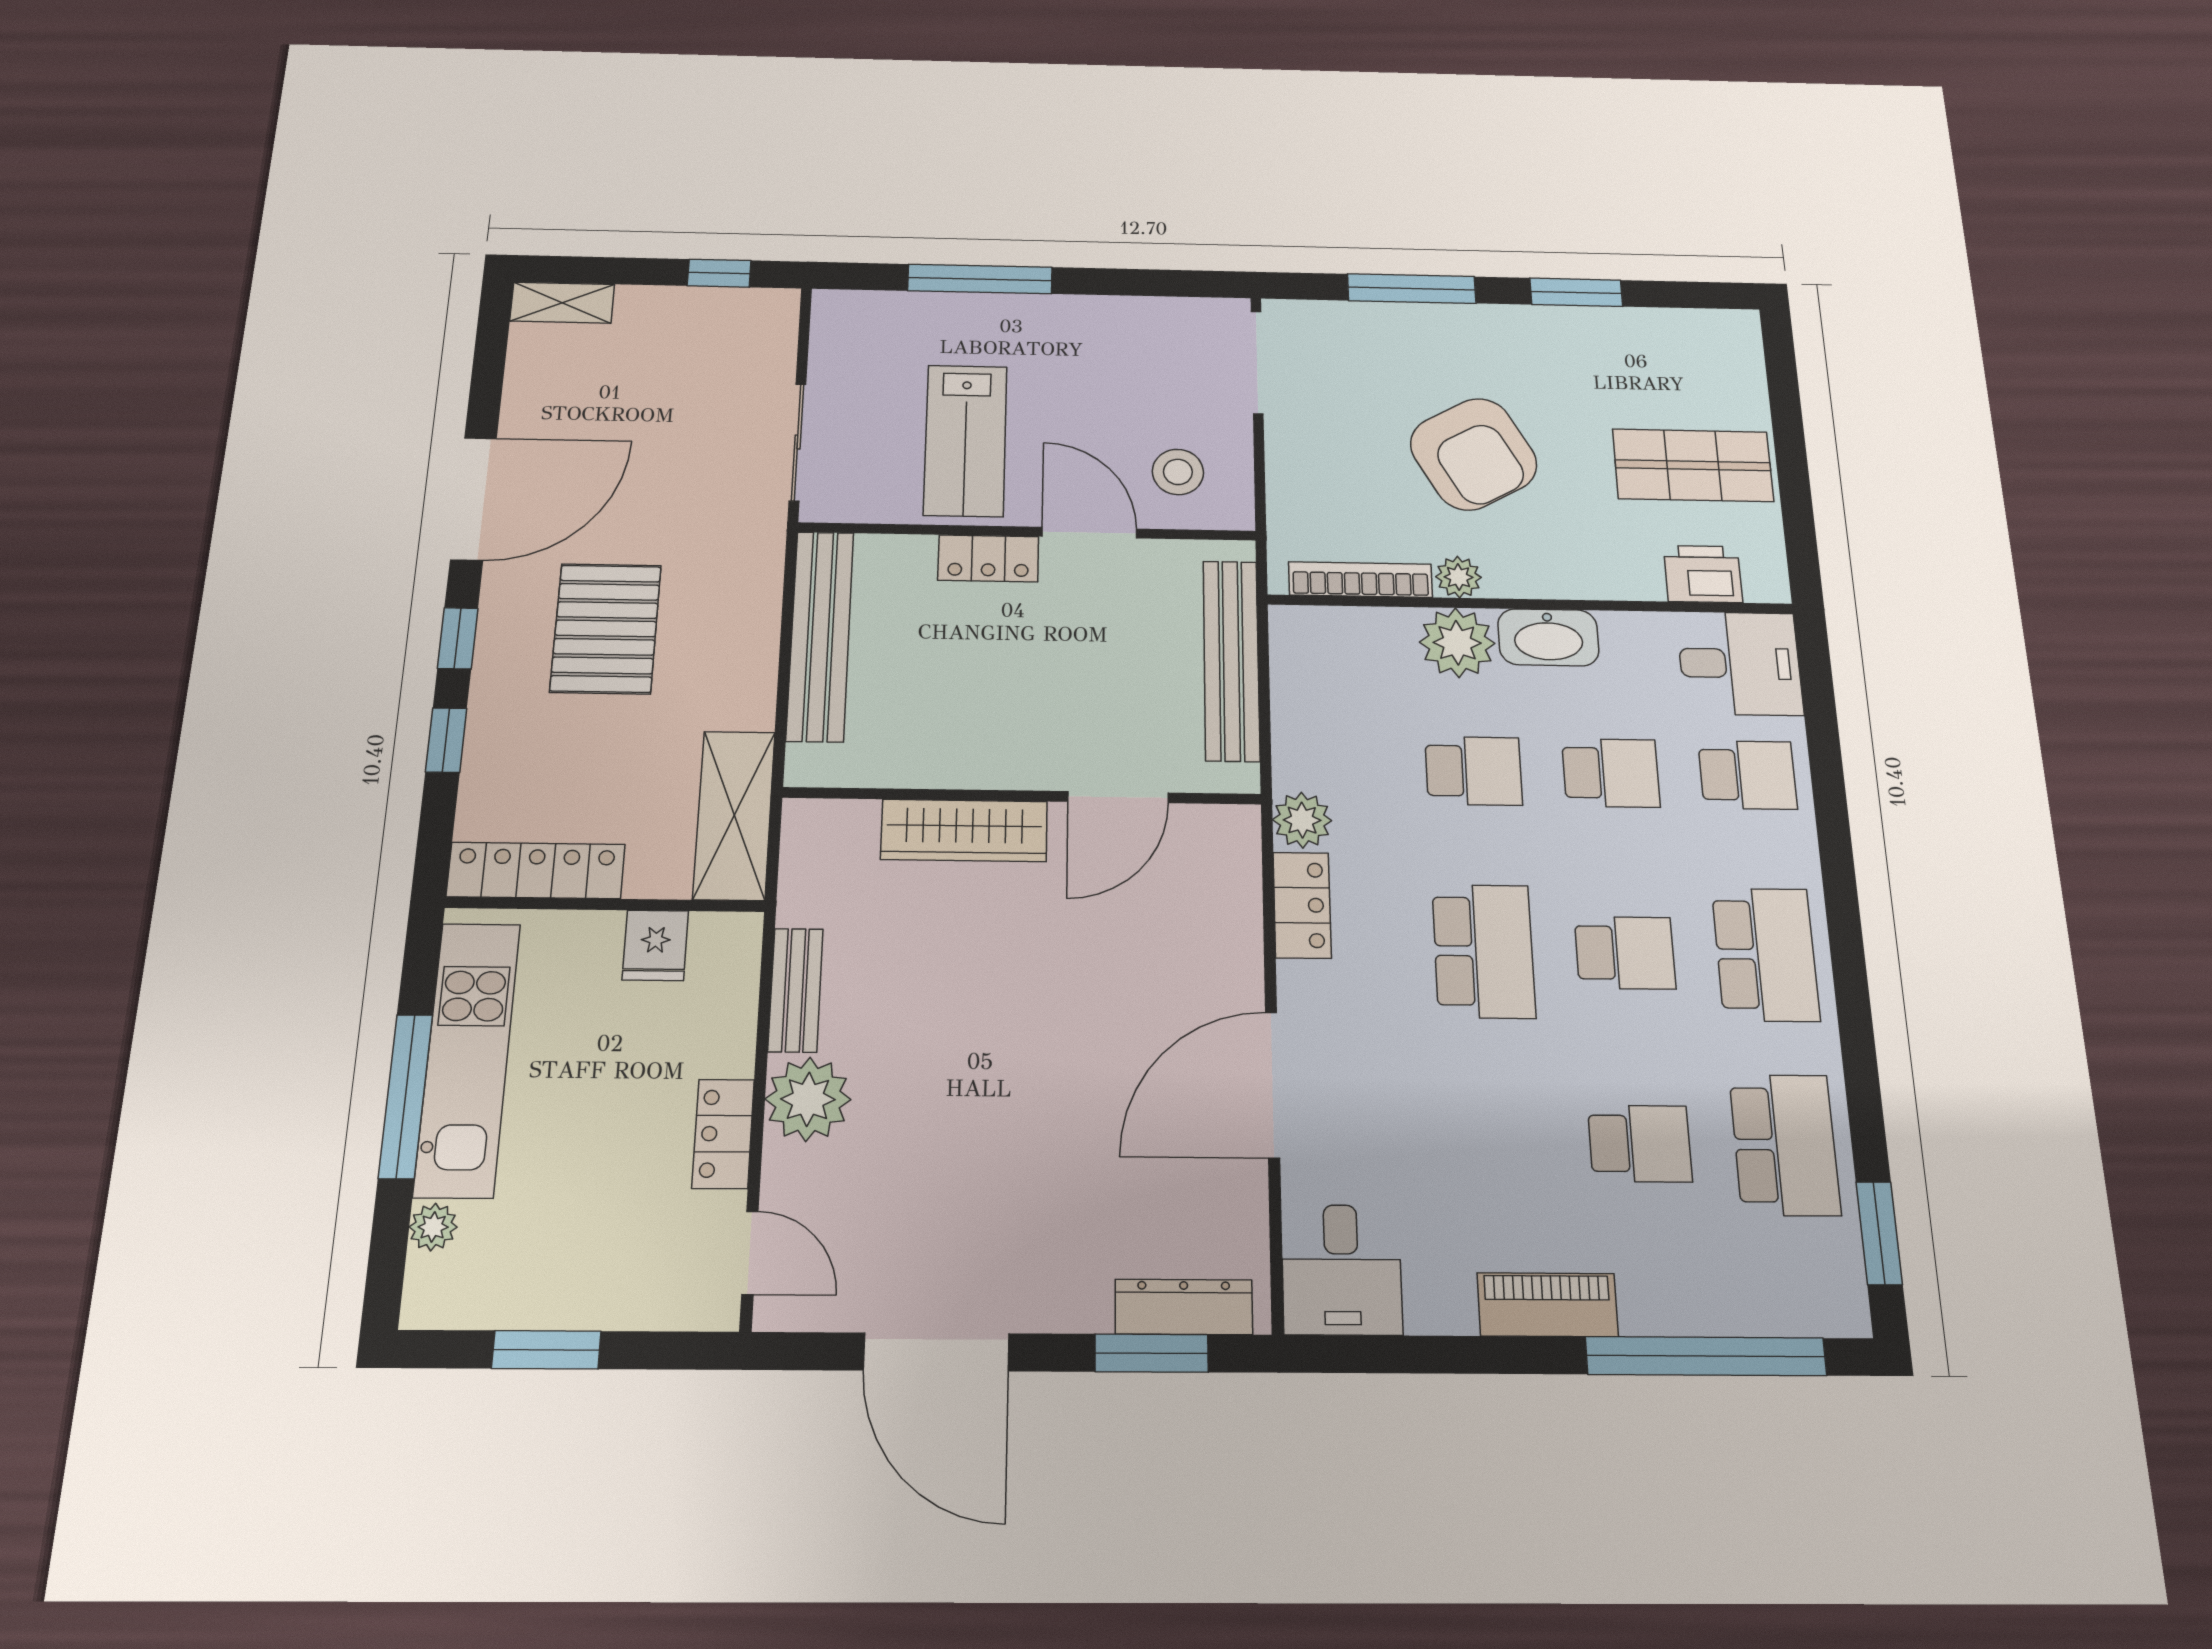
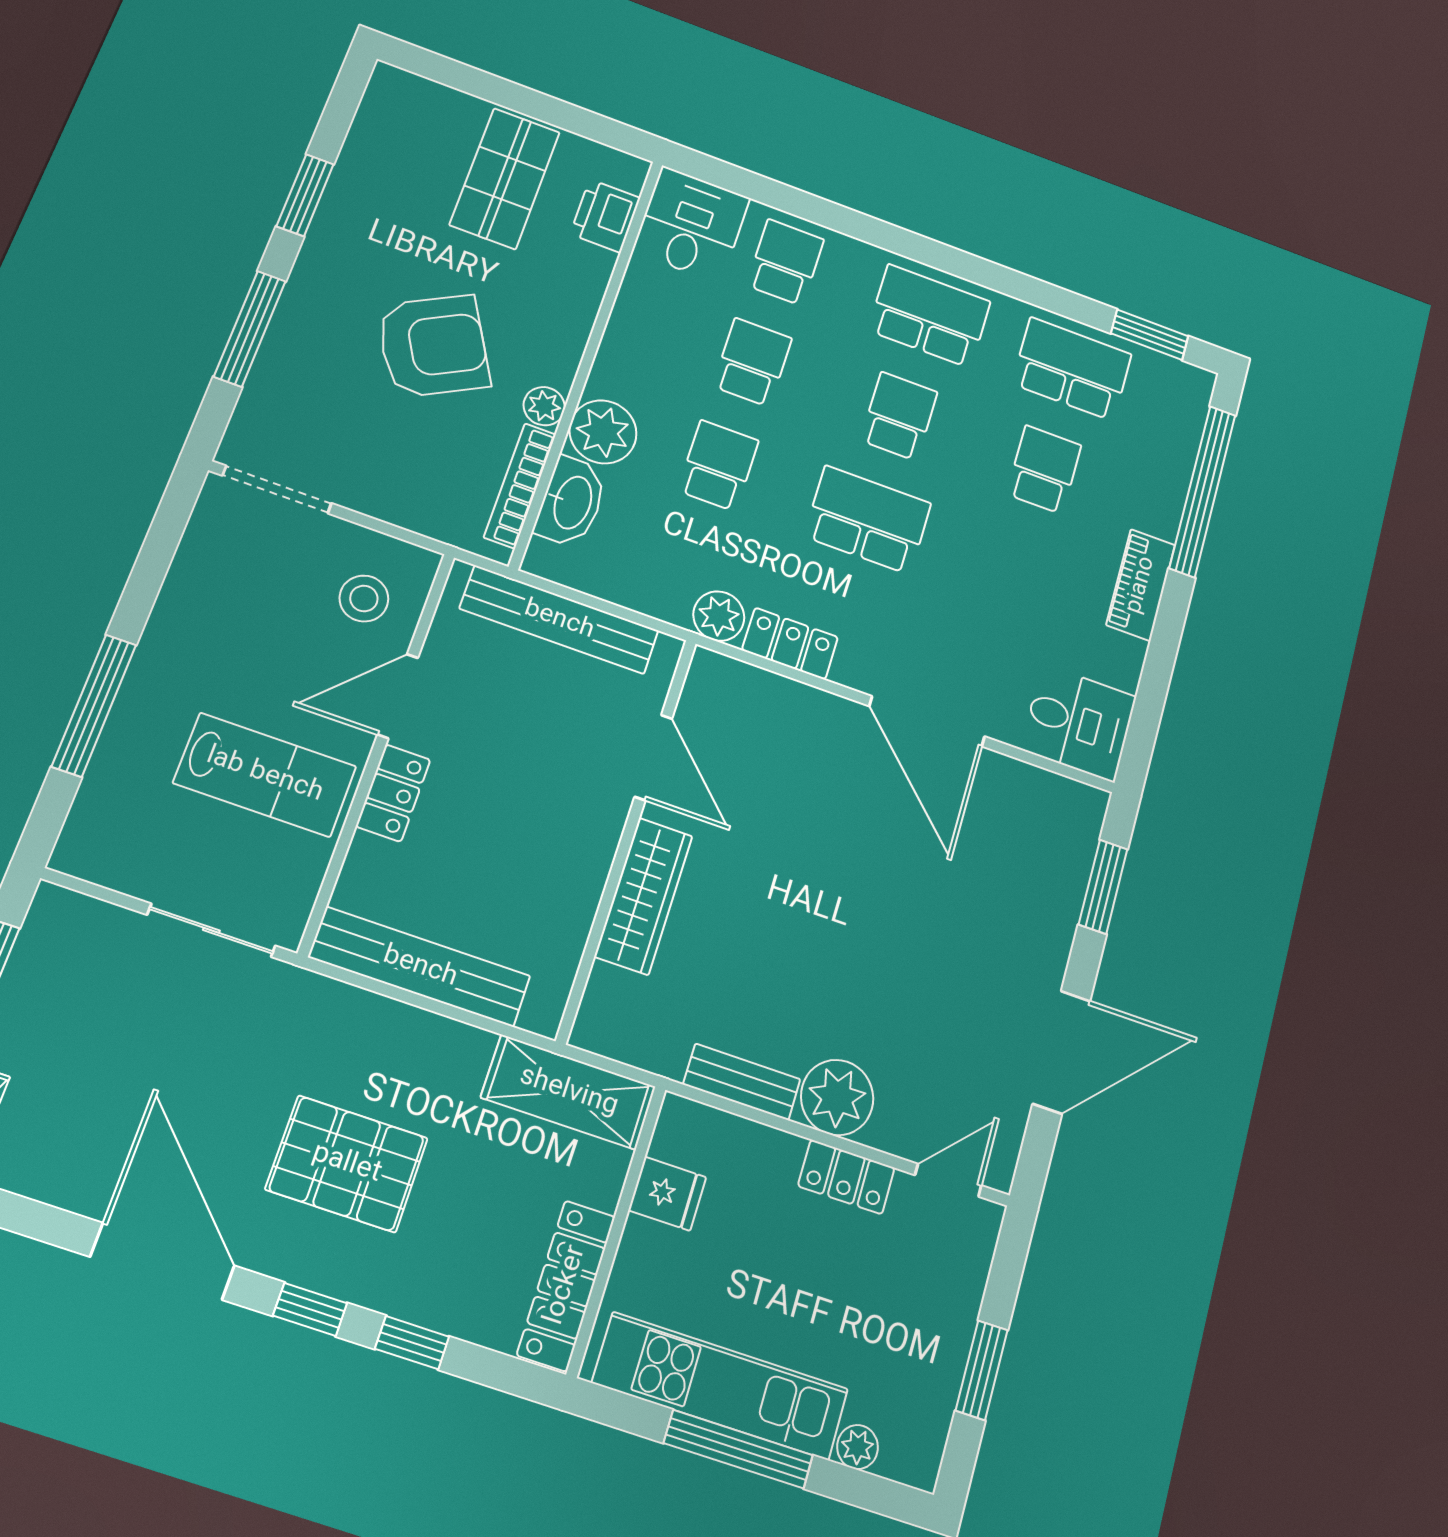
washbasin: (1548, 637) -> (571, 502), moved
dresser: (1184, 1307) -> (1076, 850), removed

